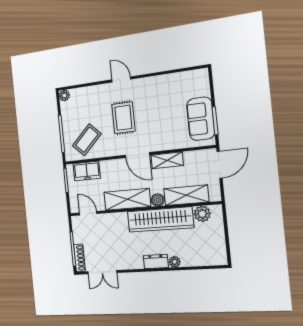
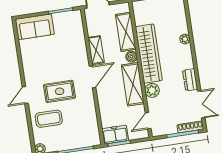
sofa: (201, 119) -> (35, 27), moved
coffee table: (87, 140) -> (49, 119), moved, turned -45
freezer: (87, 171) -> (115, 135), moved, turned -90
plant: (202, 214) -> (152, 90), moved
dresser: (156, 262) -> (190, 80), moved

